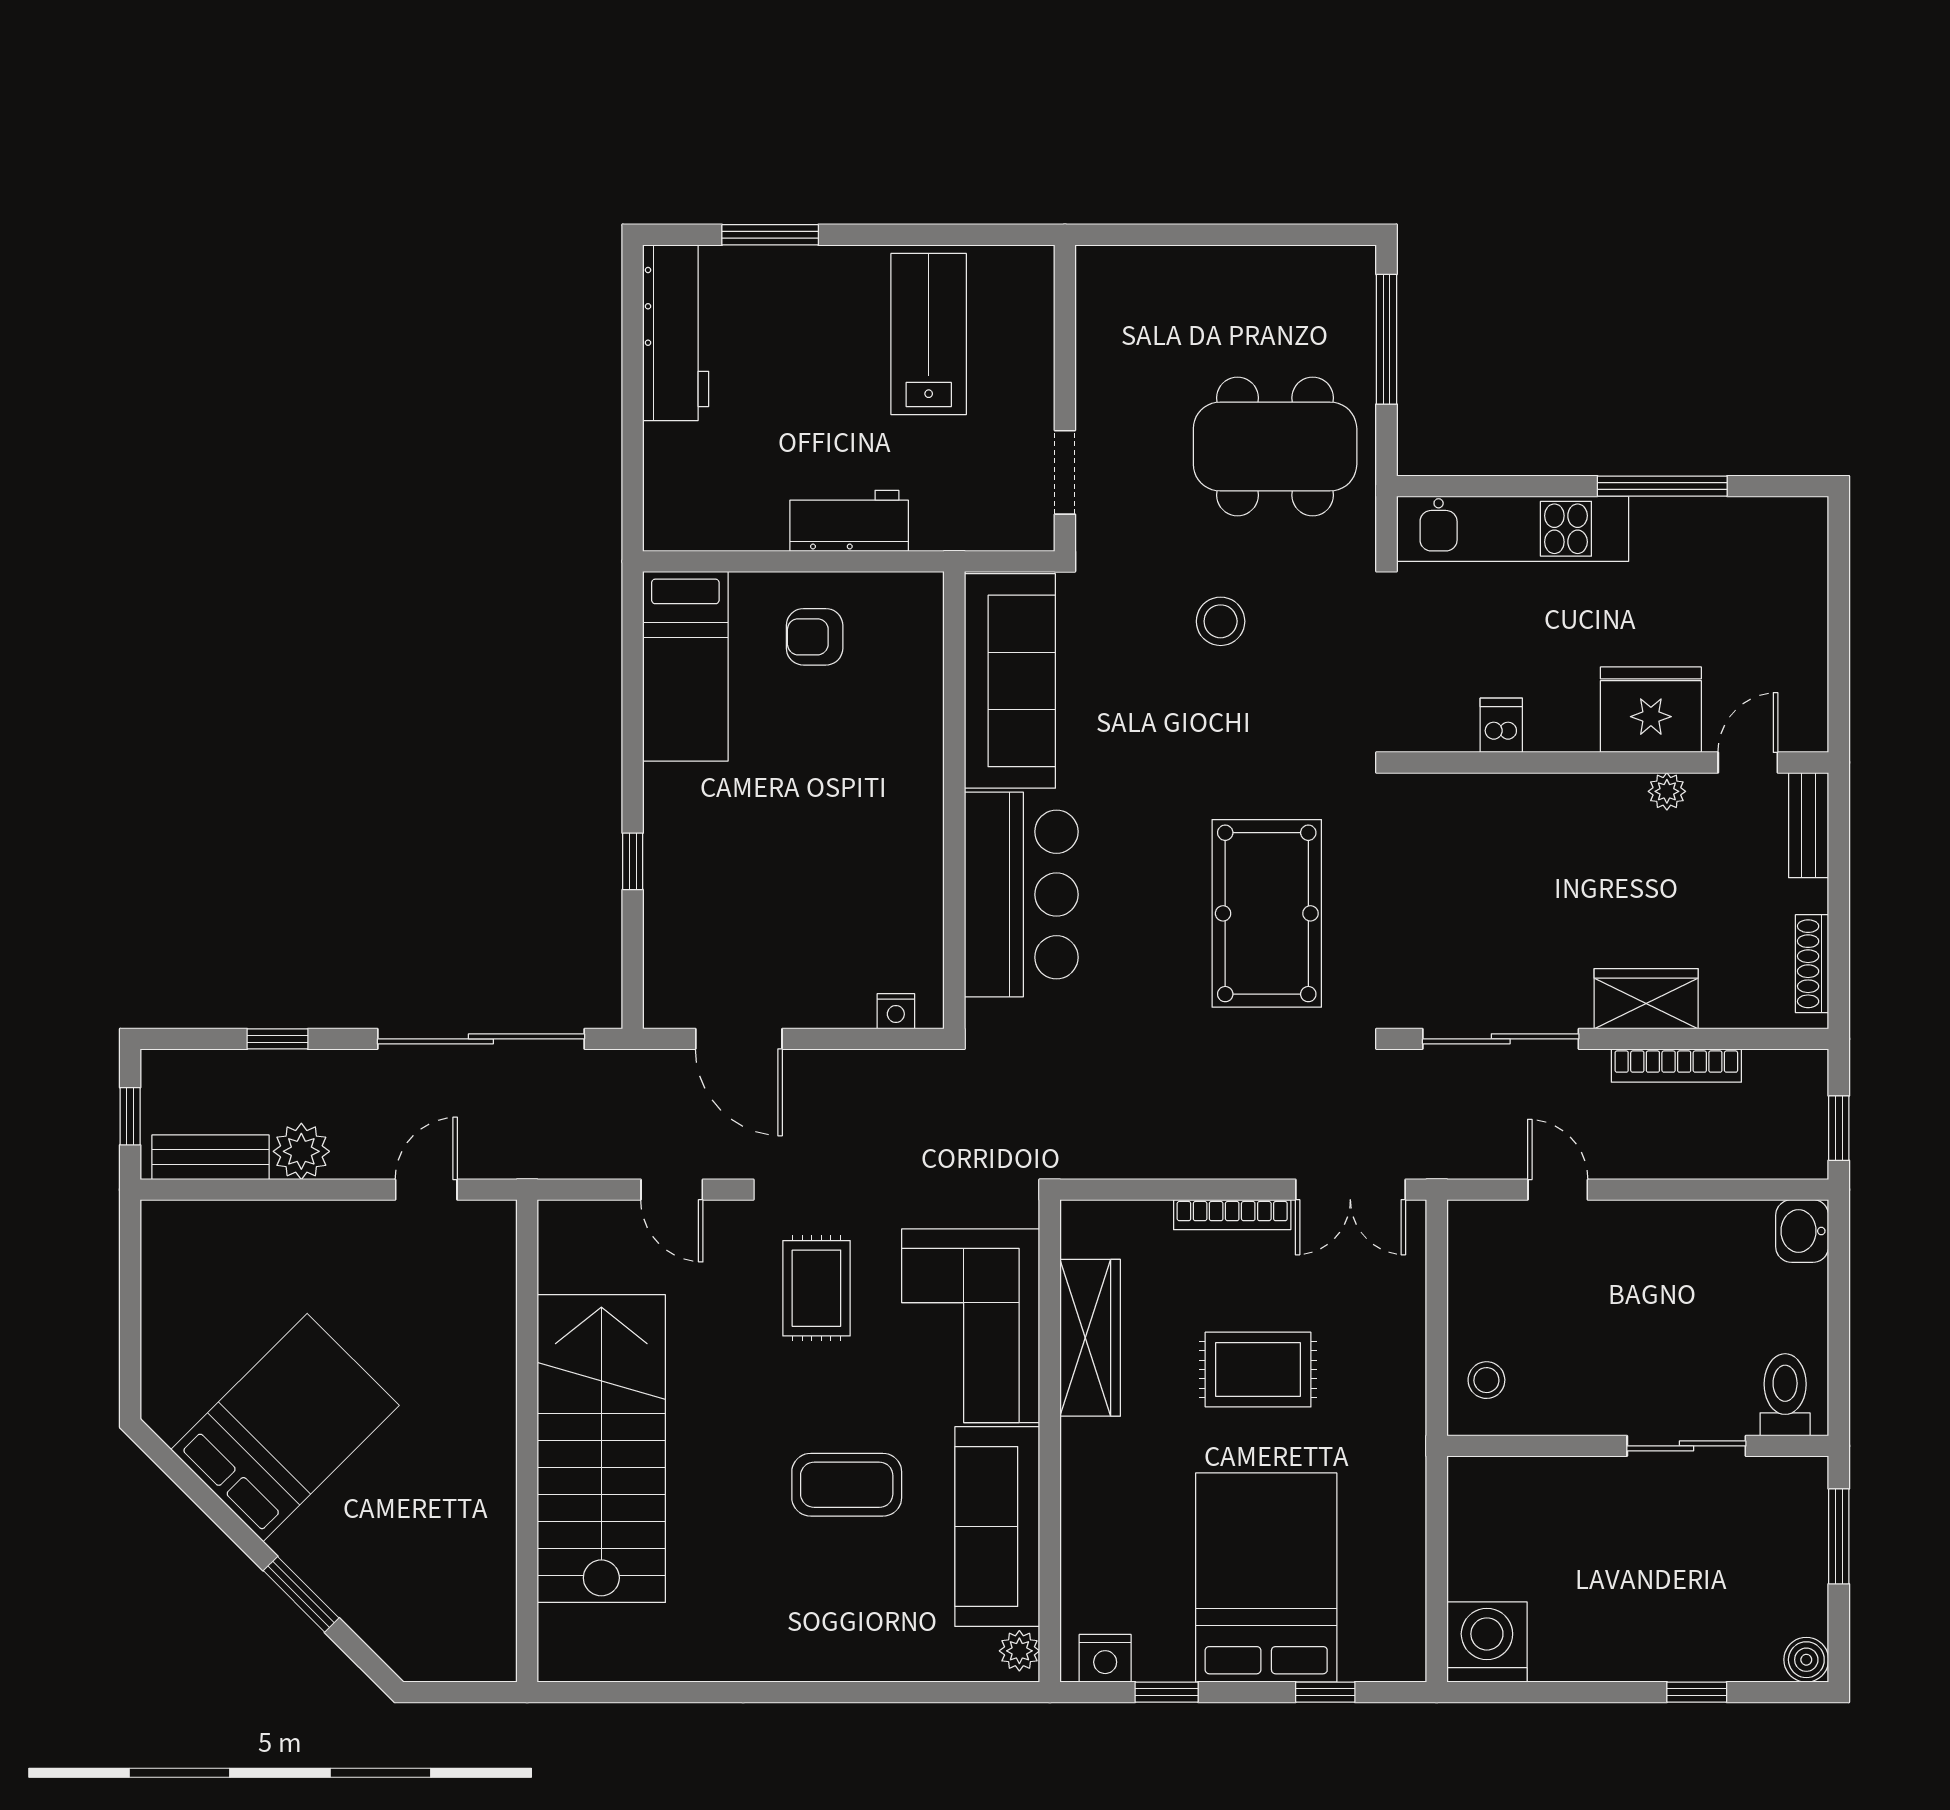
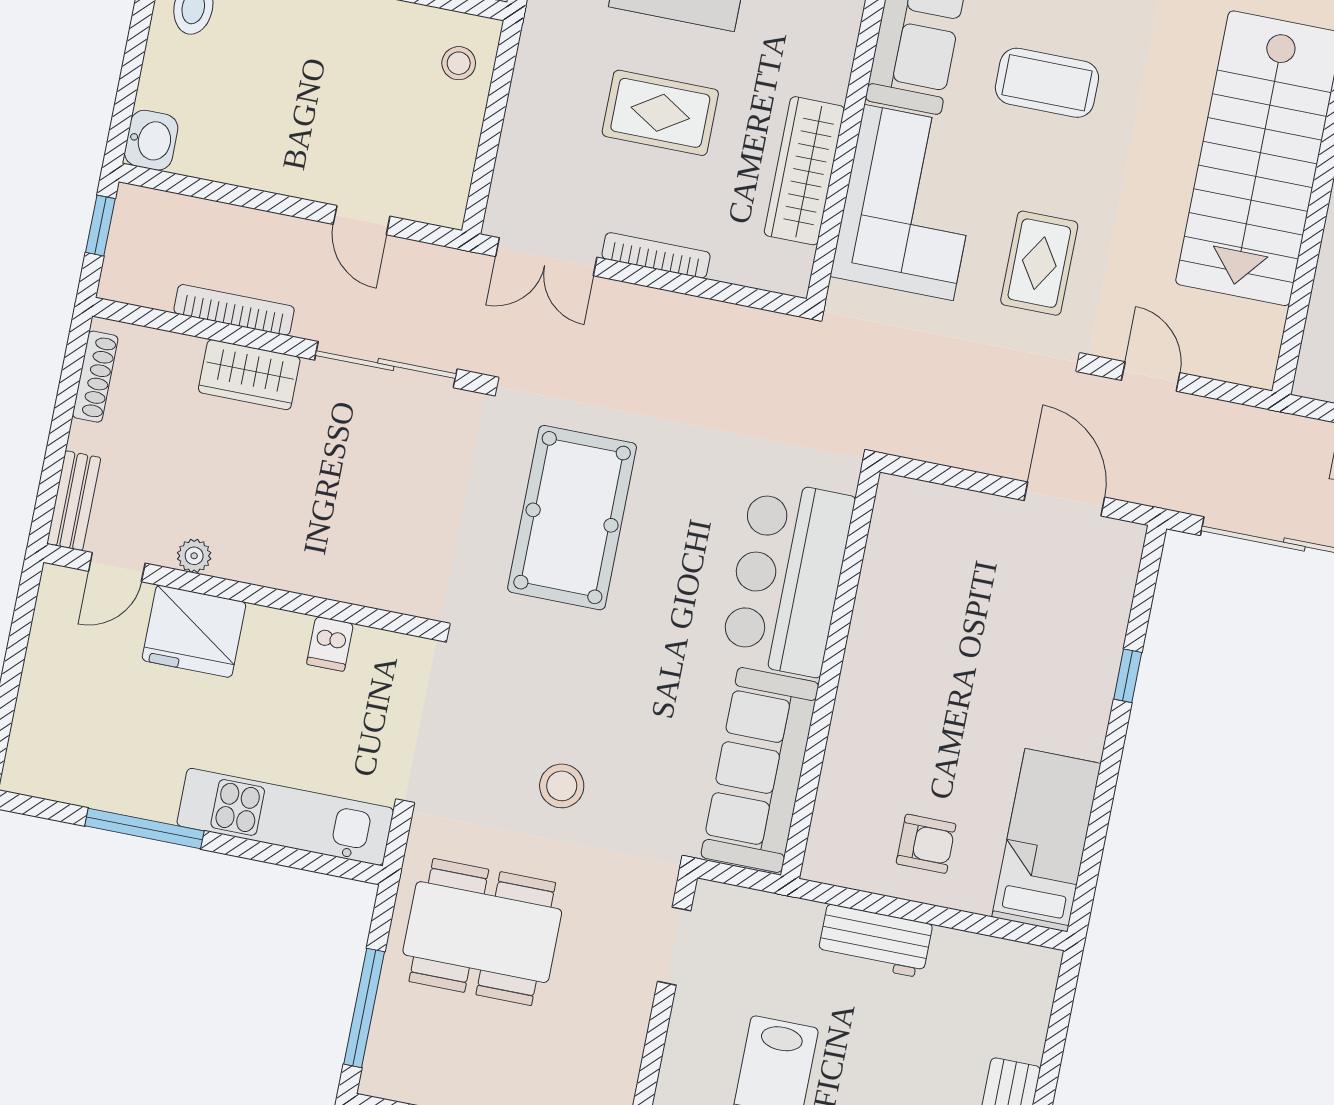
nightstand: (896, 1011) -> (920, 496), removed
double door: (1350, 1190) -> (546, 257), swing flipped

